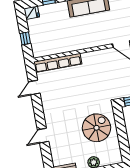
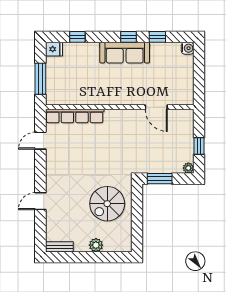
window: (25, 38) -> (40, 79), width x2.17
spiral stairs: (96, 128) -> (107, 204), turned 180

